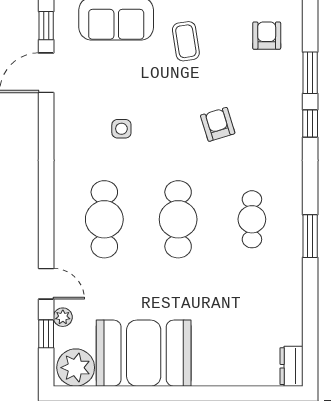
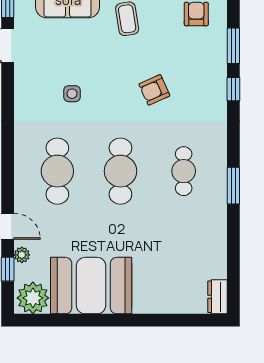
armchair: (218, 124) -> (154, 90), turned -97

